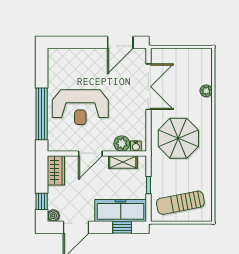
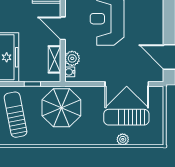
sun lounger: (183, 87) -> (126, 117), added
parasol: (178, 138) -> (61, 108), moved

